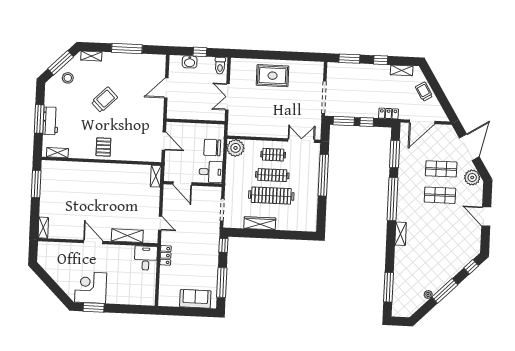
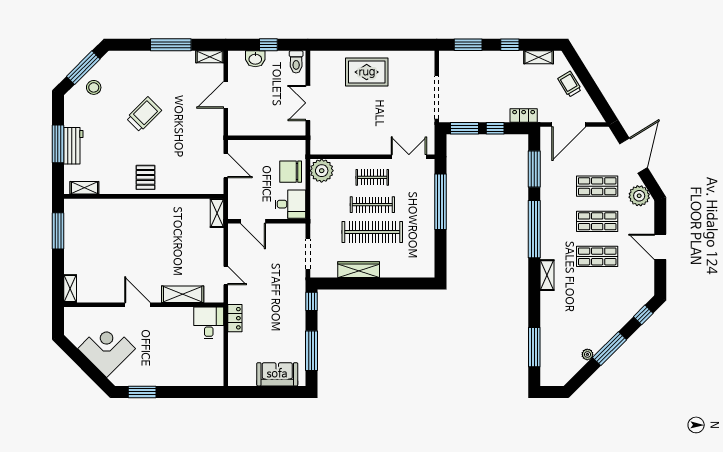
shelving: (91, 56) -> (210, 57), moved
shop shelf: (439, 221) -> (597, 256), added
corner desk: (91, 287) -> (107, 349), moved, turned 45

